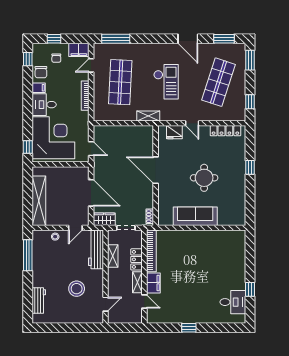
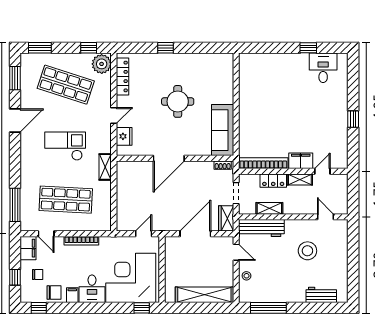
plant: (236, 113) -> (102, 64), added
sofa: (195, 216) -> (223, 130), moved

